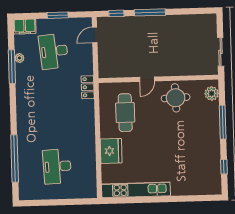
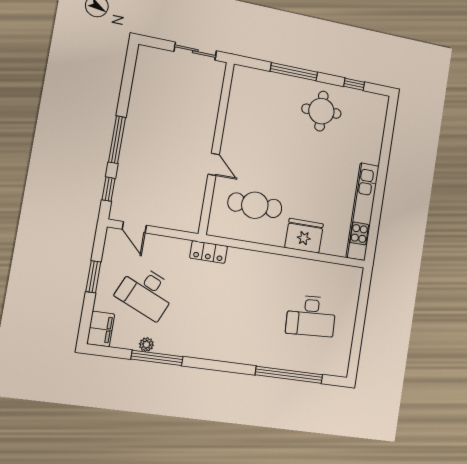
desk: (54, 51) -> (146, 292), turned 30
plant: (212, 93) -> (252, 78), removed
round table: (176, 98) -> (321, 111), moved

